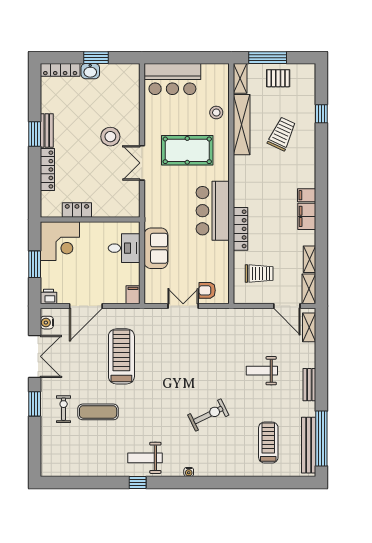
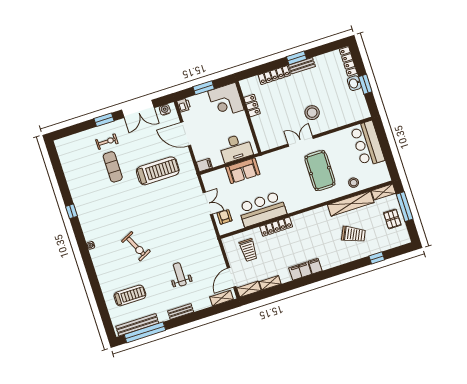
bar counter: (213, 211) -> (262, 209), moved
desk: (124, 248) -> (236, 148), width x1.37
weight bench: (145, 458) -> (91, 211), removed

